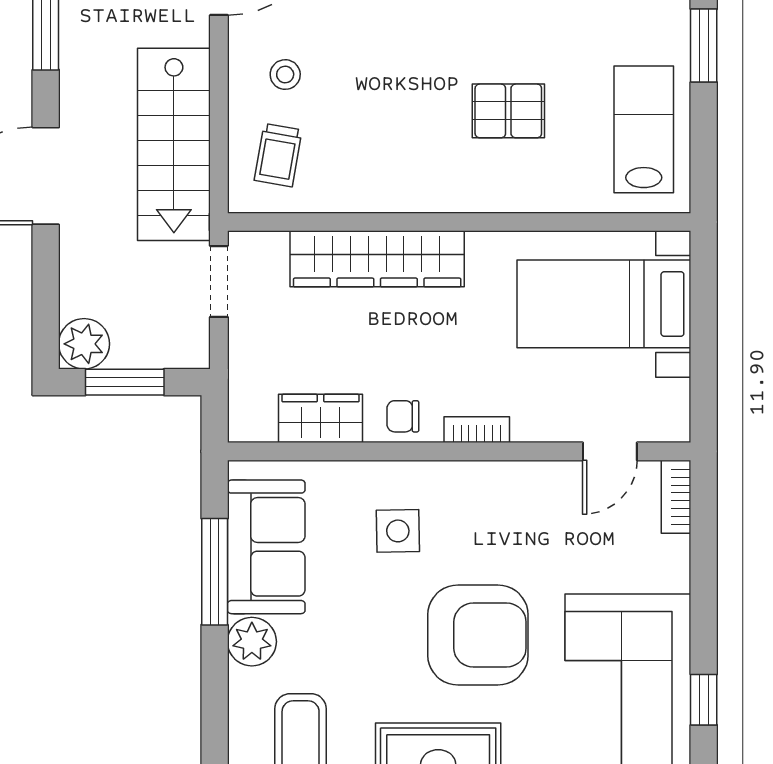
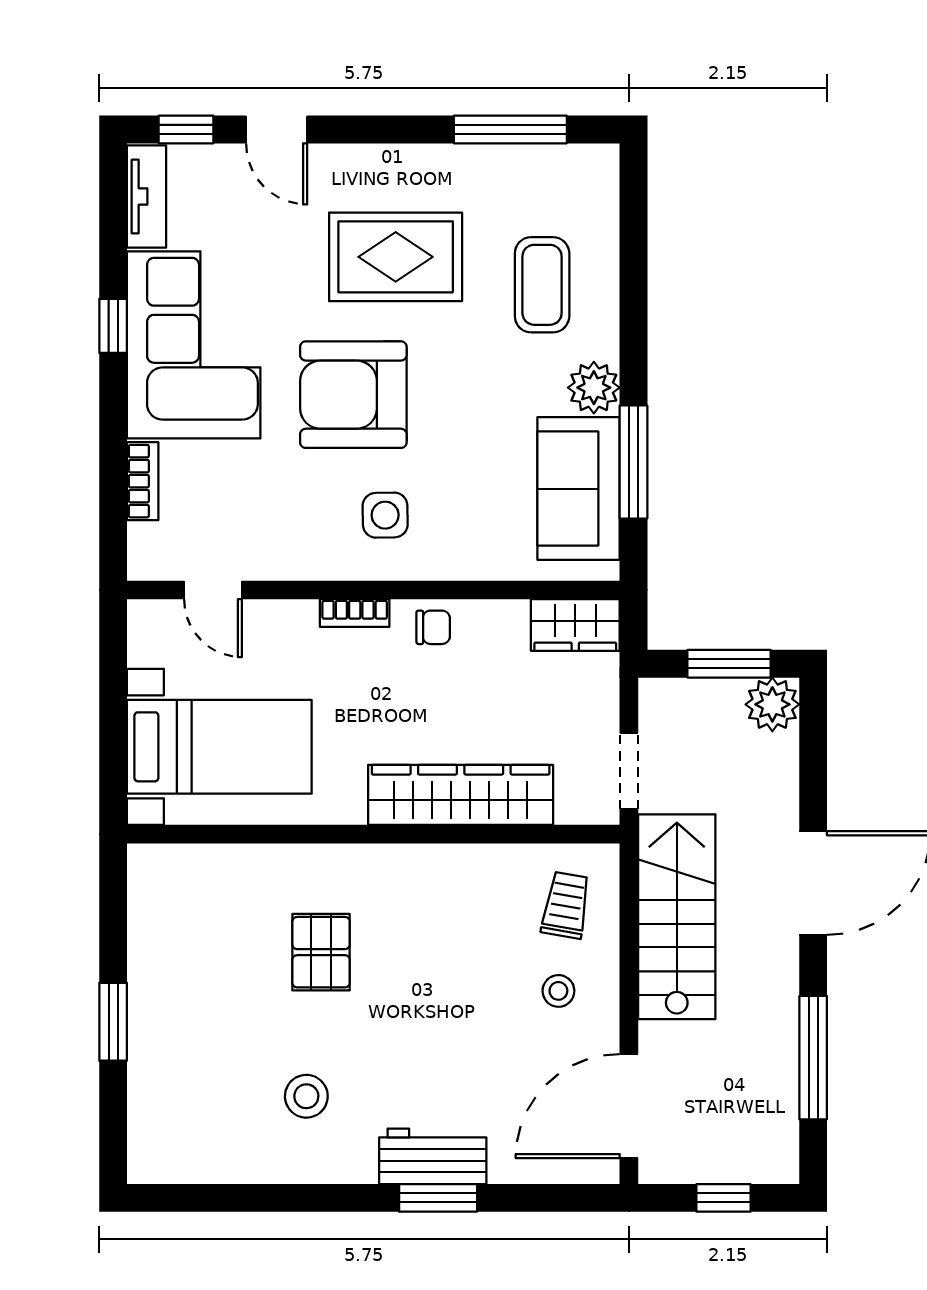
pallet: (508, 111) -> (321, 952), turned 90
lab bench: (644, 129) -> (177, 933), removed
wardrobe: (321, 418) -> (575, 625), moved
door: (610, 451) -> (213, 590), swing flipped
bookcase: (676, 497) -> (143, 481), moved
side table: (398, 531) -> (385, 515), moved

